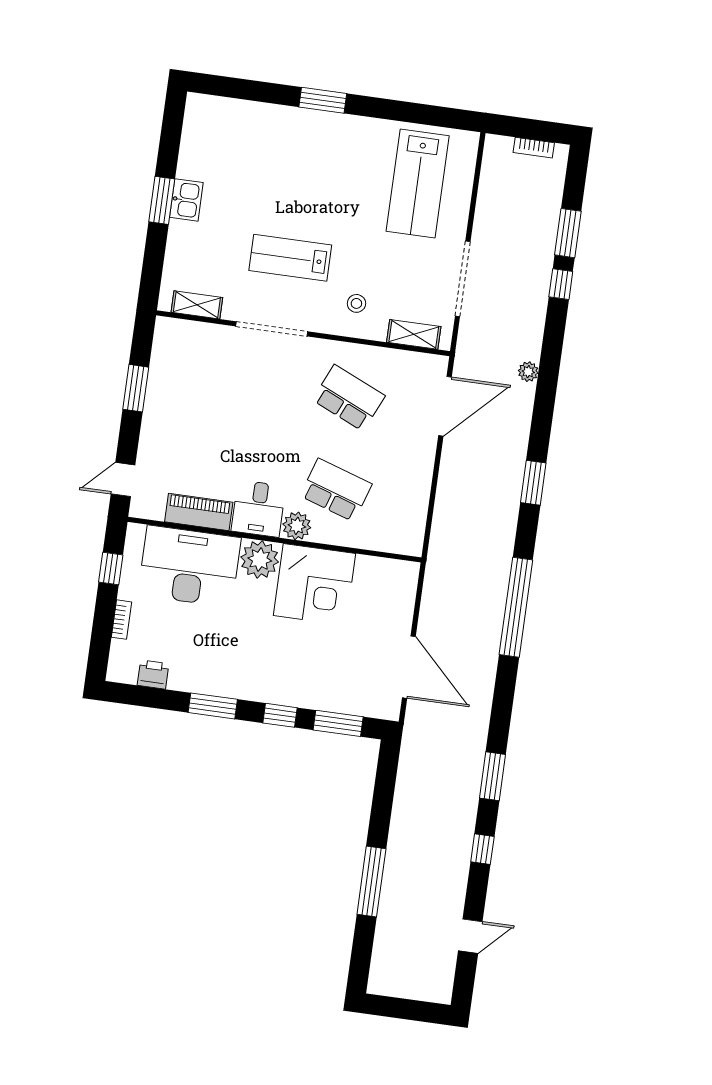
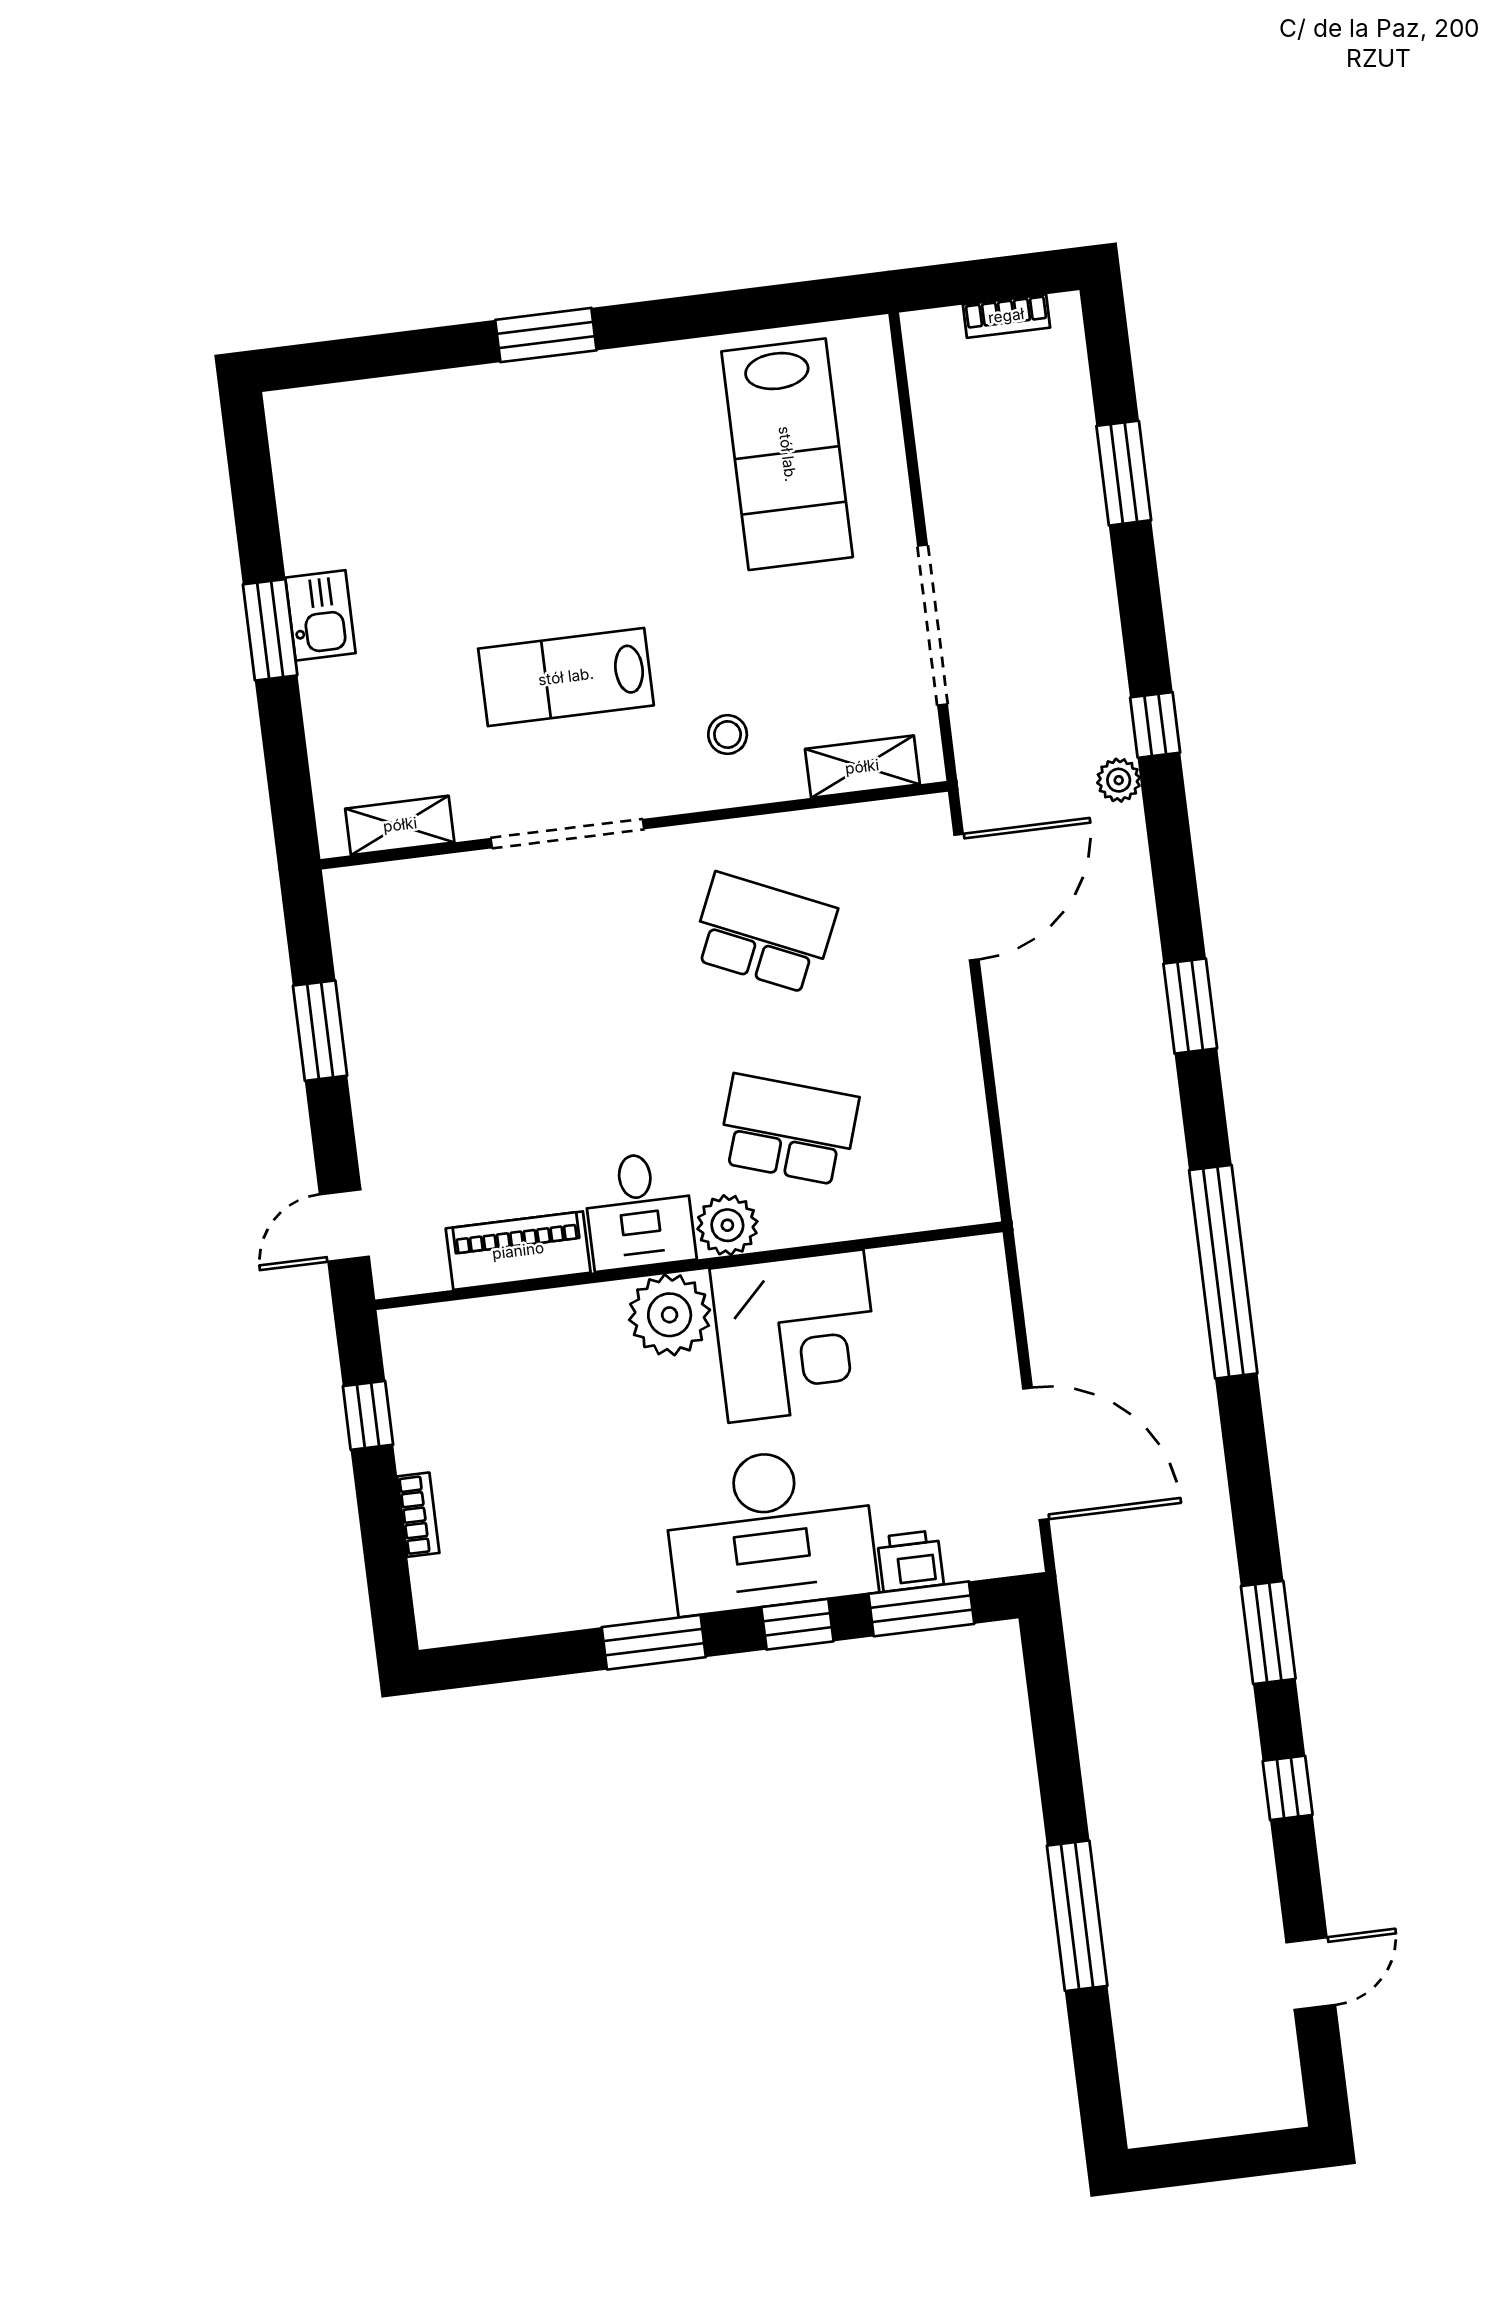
window: (561, 284) -> (1155, 725), moved
desk: (189, 566) -> (770, 1530), moved, turned 180
printer: (153, 675) -> (910, 1561), moved

